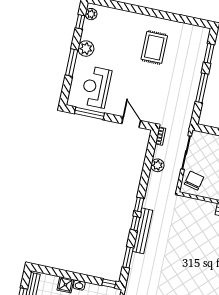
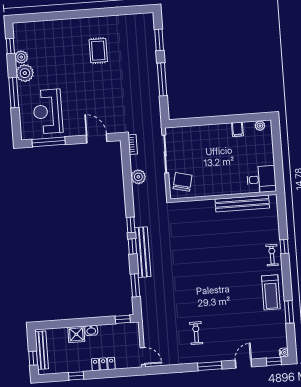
plant: (91, 14) -> (21, 57), moved
rug: (154, 47) -> (98, 51), width x0.73, depth x0.70

